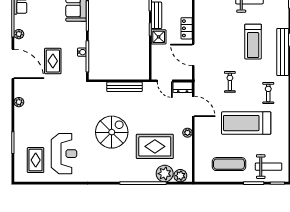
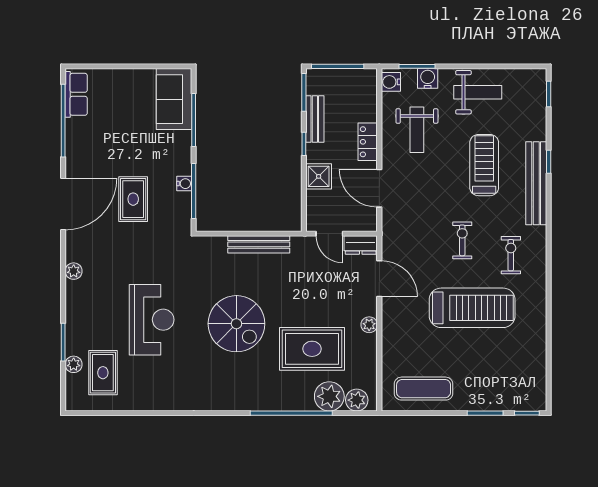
plant: (19, 34) -> (74, 364), moved
shower: (159, 37) -> (319, 176), moved
treadmill: (253, 42) -> (484, 165), turned 180
door: (13, 64) -> (63, 204), hinge flipped
exercise bike: (230, 82) -> (462, 240), moved
treadmill: (246, 123) -> (472, 308), turned 180
spiral stairs: (112, 132) -> (236, 324), turned 90
reception desk: (64, 154) -> (152, 320), moved
exercise mat: (229, 164) -> (424, 389), moved
weight bench: (269, 167) -> (417, 130), moved, turned 90

